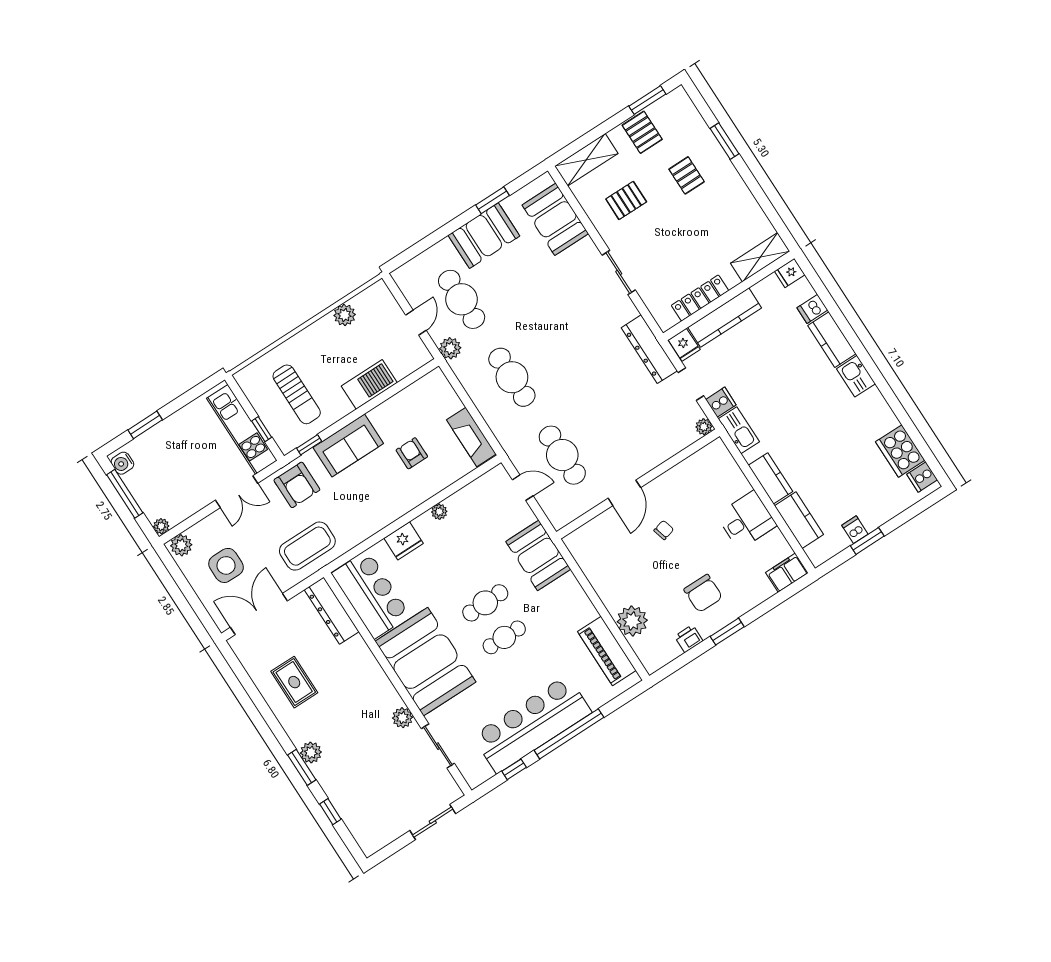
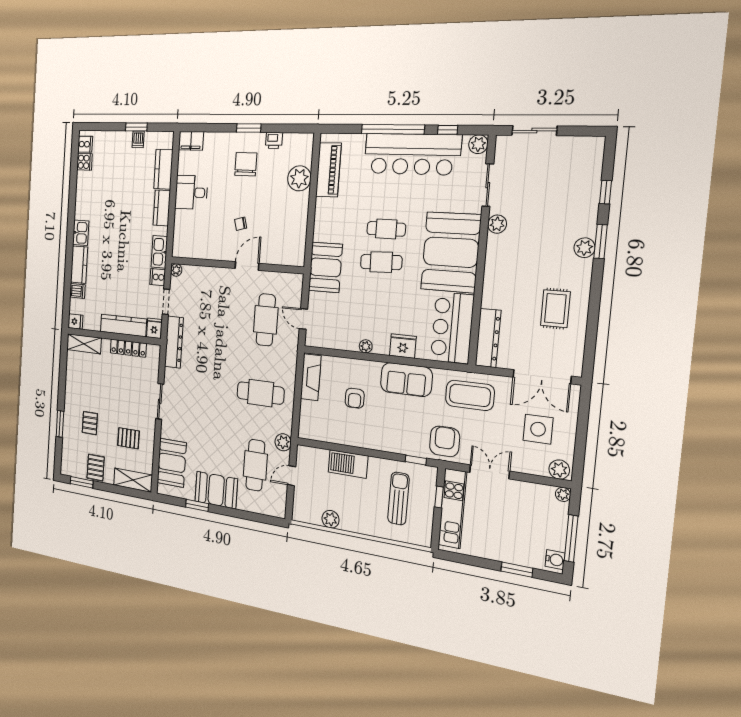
cafe table: (512, 377) -> (261, 393), turned 90
sofa: (348, 445) -> (406, 380), moved, turned 180
cooker: (900, 451) -> (84, 162), width x0.53, depth x0.76
plant: (475, 776) -> (478, 144), added

